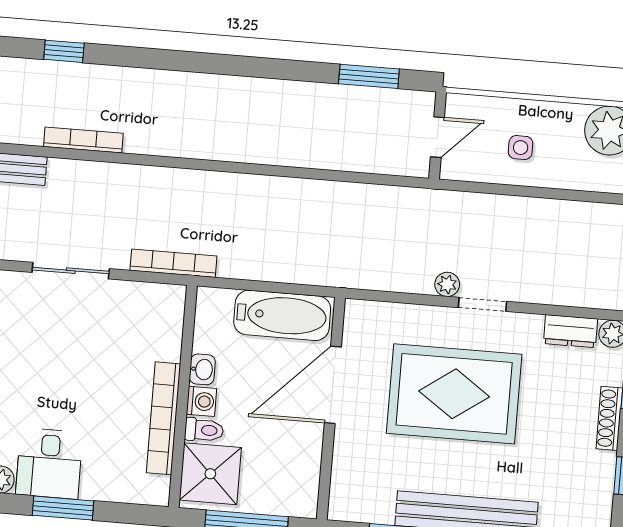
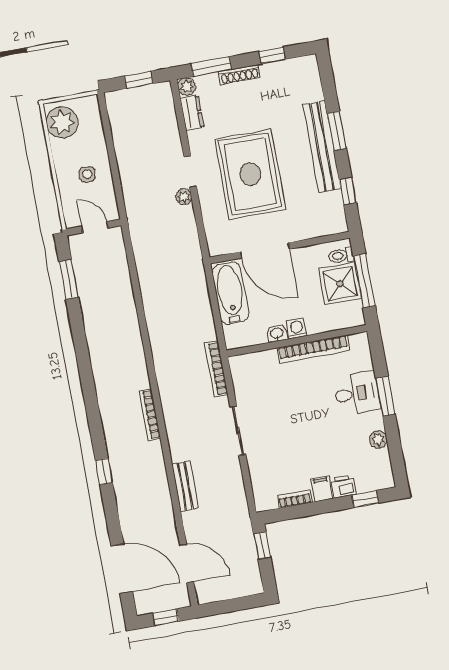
bookcase: (83, 140) -> (150, 415), moved
toilet: (204, 430) -> (341, 255), moved, turned -90
desk: (49, 464) -> (357, 393), moved
shower: (210, 474) -> (340, 284), moved

